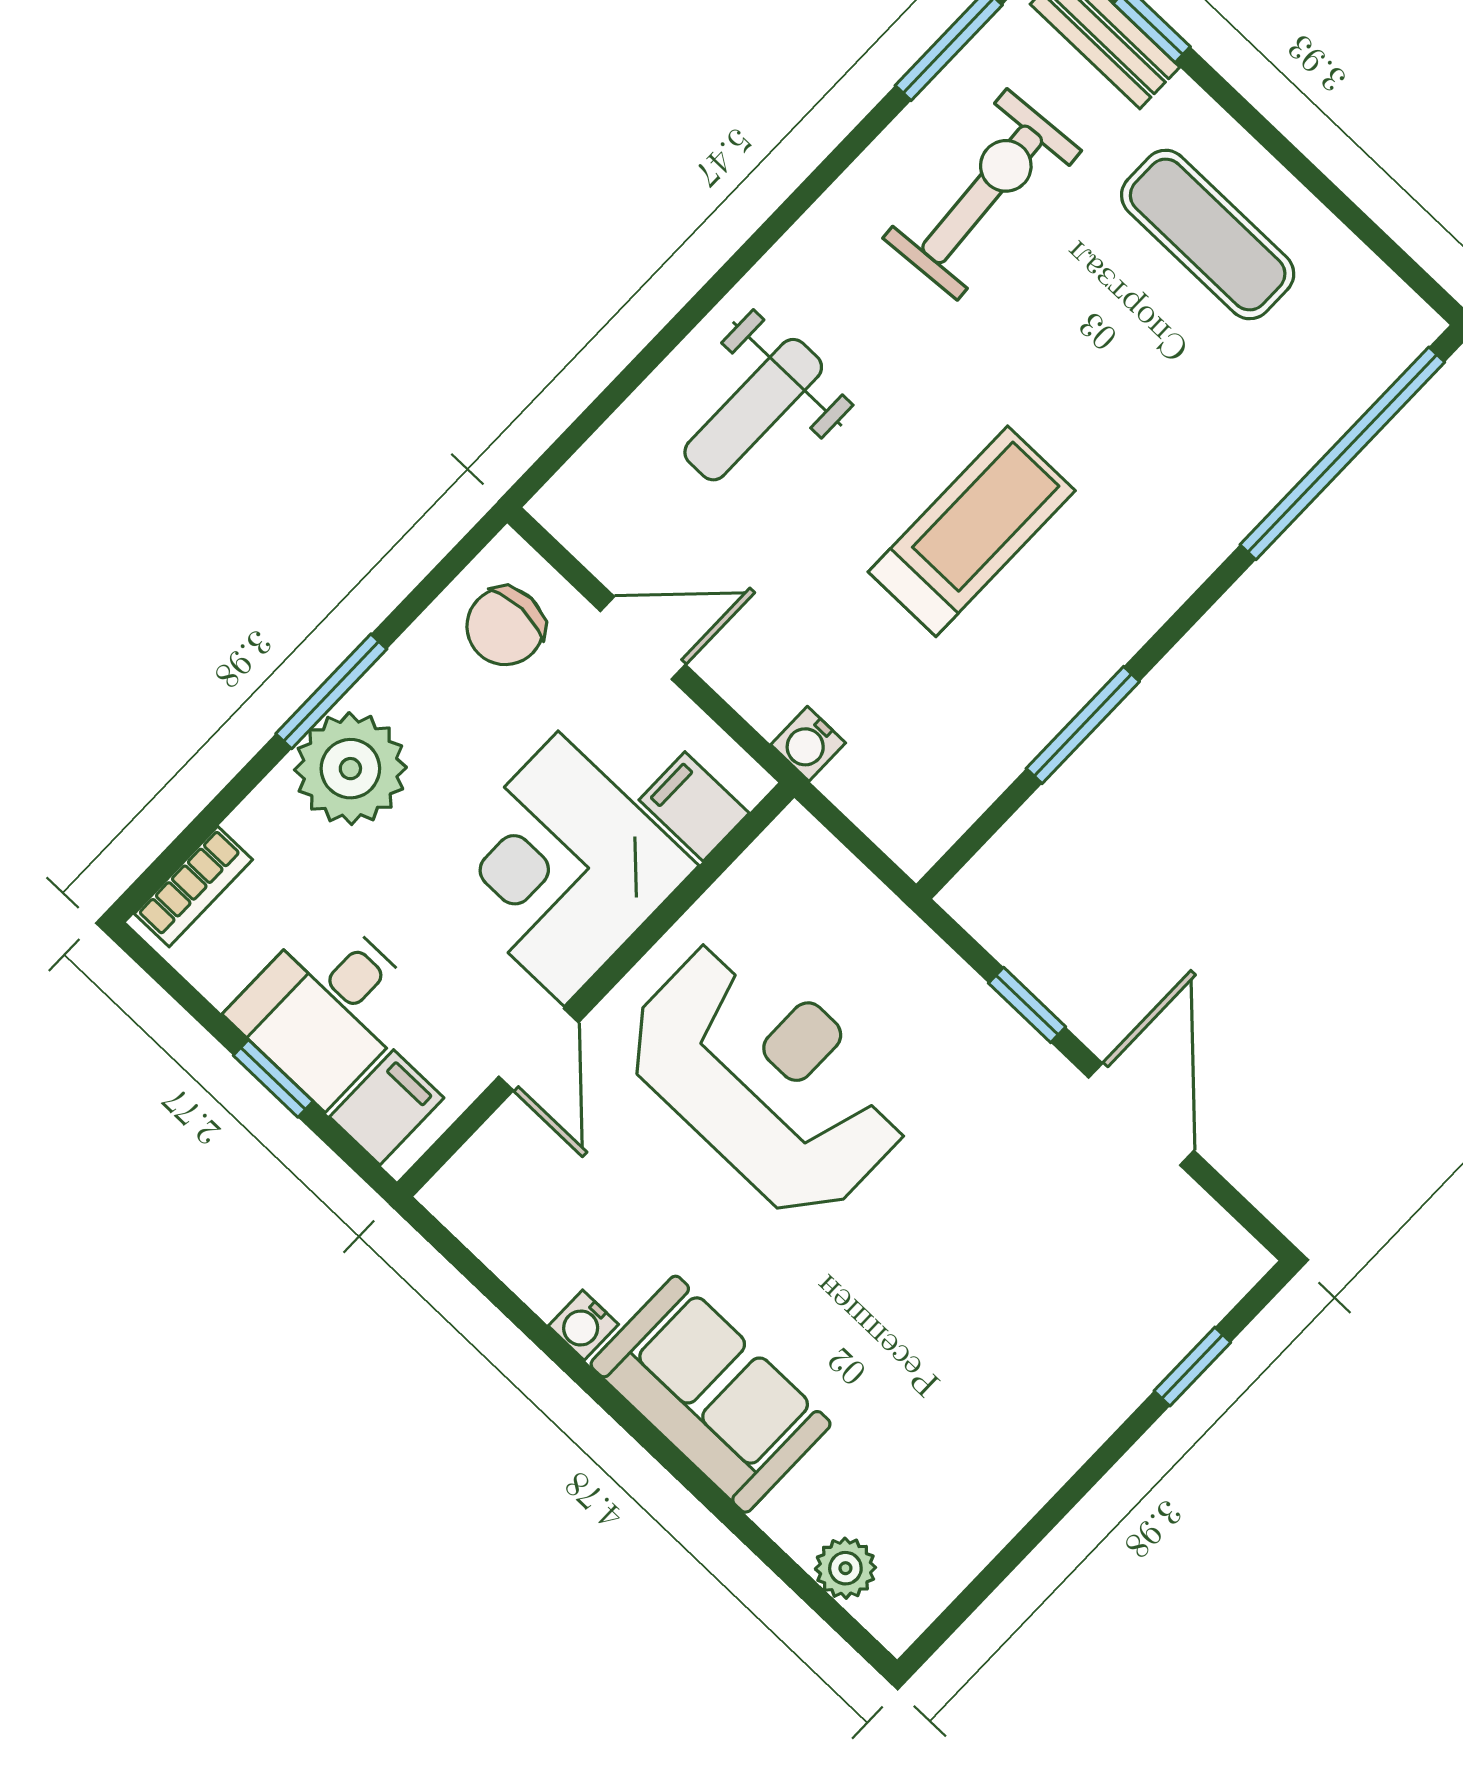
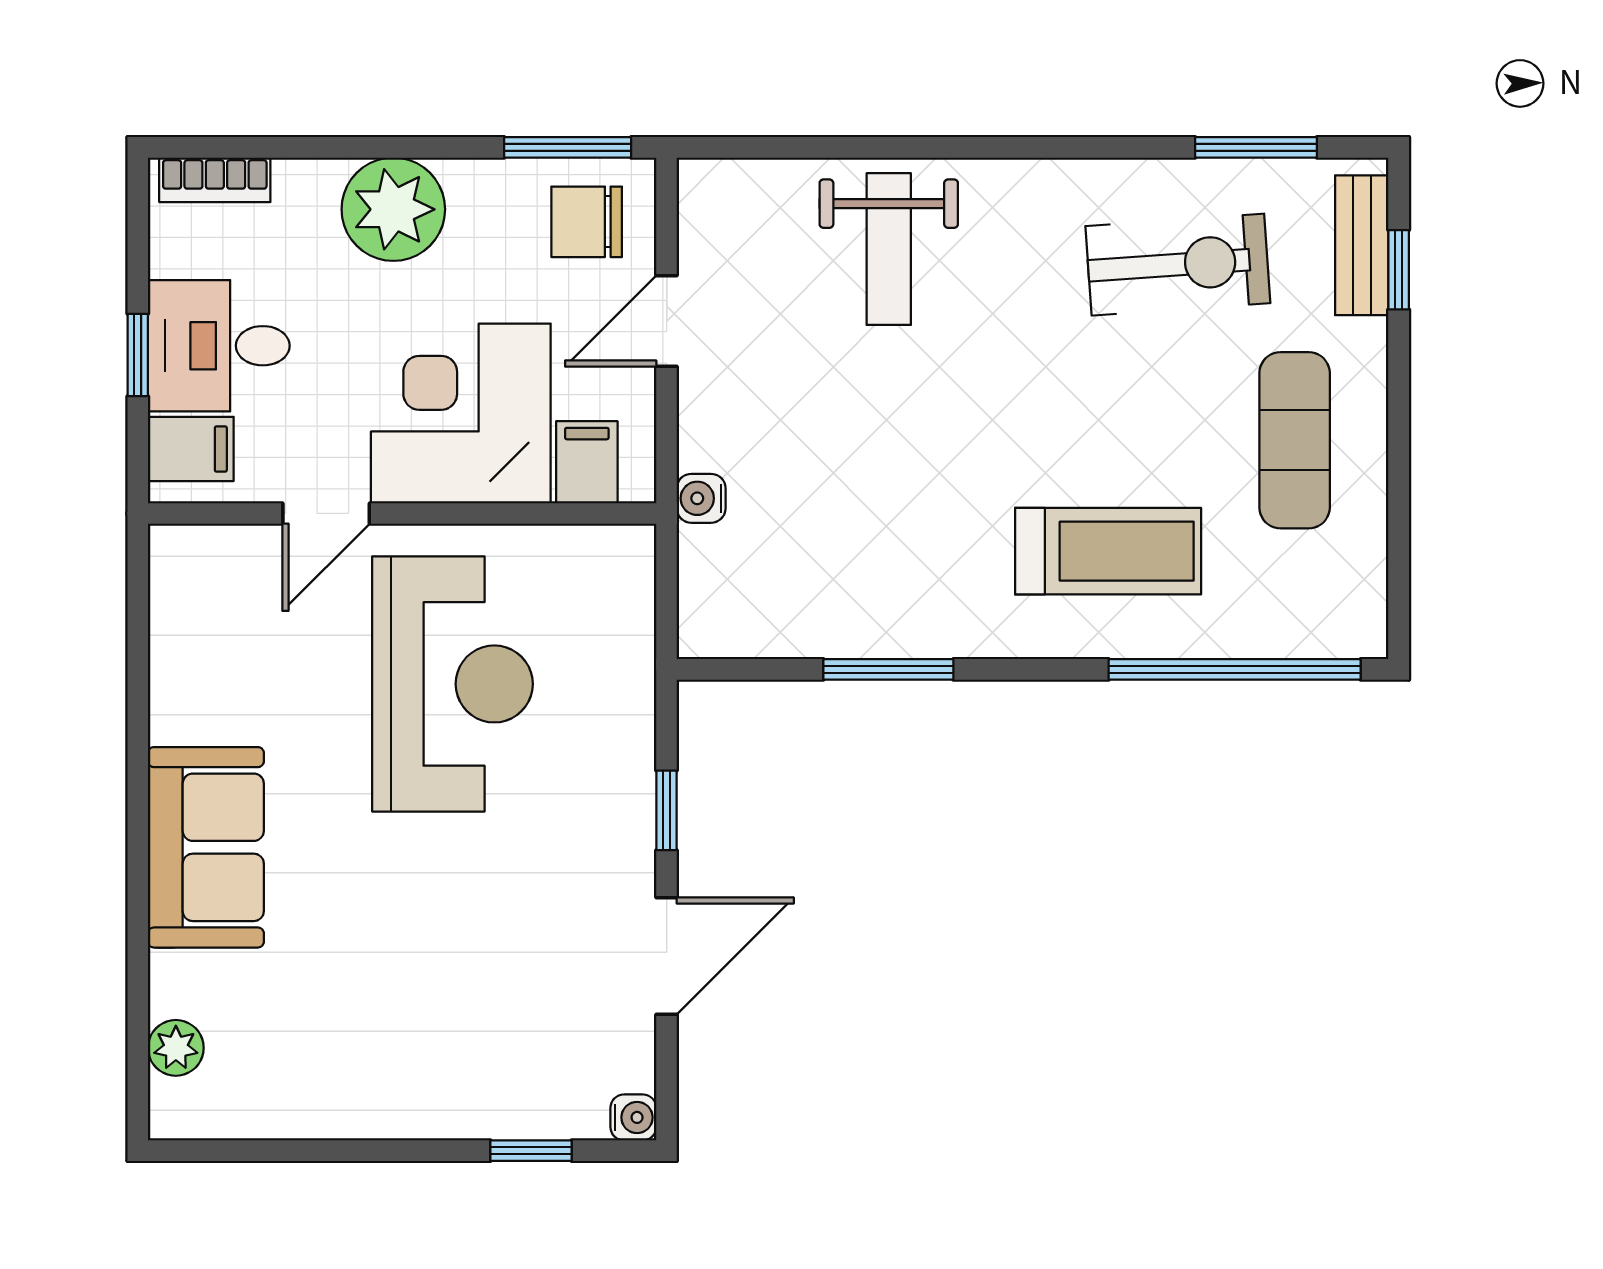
weight bench: (753, 410) -> (889, 249), turned -90
treadmill: (972, 531) -> (1108, 551), moved
door: (643, 638) -> (667, 321), swing flipped
window: (331, 691) -> (568, 147), moved
water cooler: (583, 1325) -> (633, 1117), moved, turned 180

